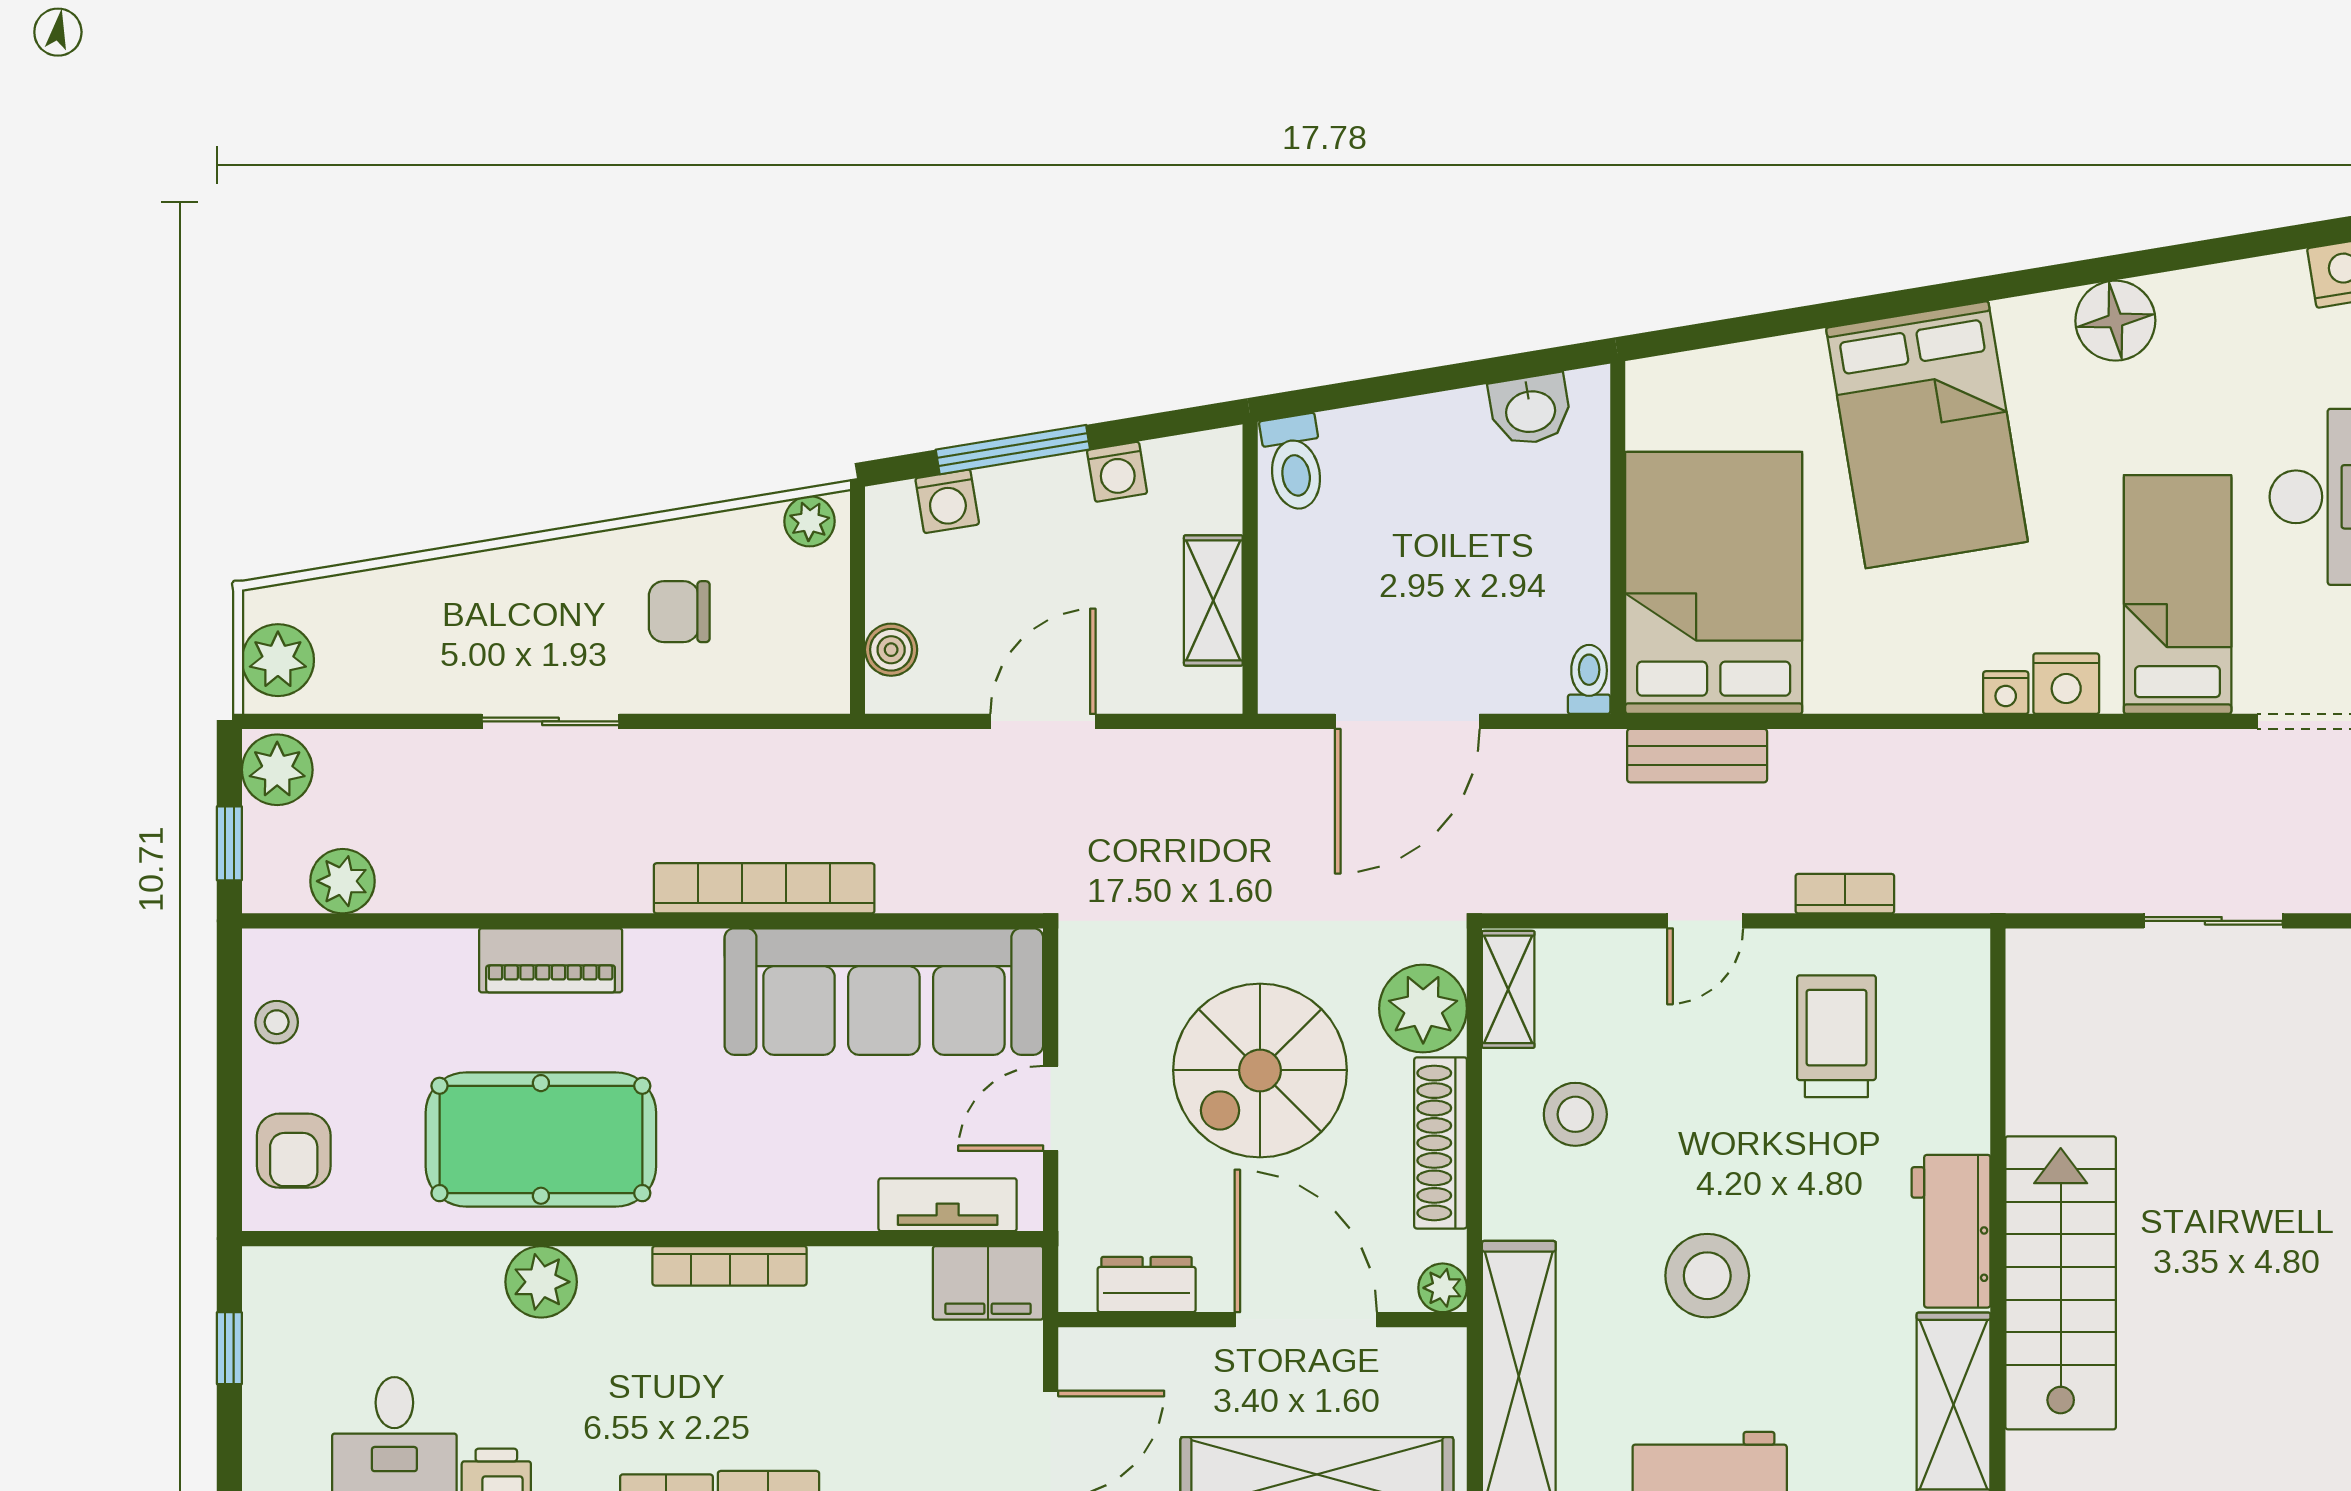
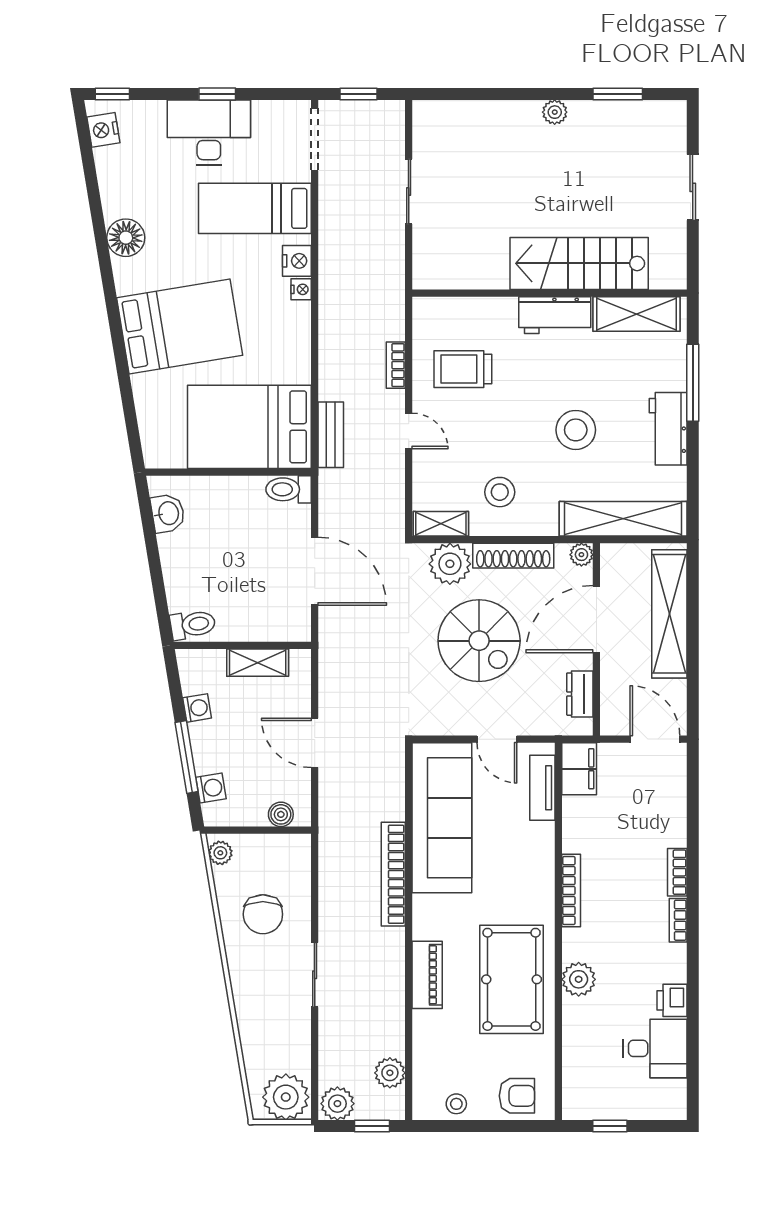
chair: (679, 612) -> (263, 914), width x1.37, depth x1.37
plant: (278, 660) -> (286, 1097), width x1.36, depth x1.36
toilet: (1589, 679) -> (289, 489), width x1.37, depth x1.39

